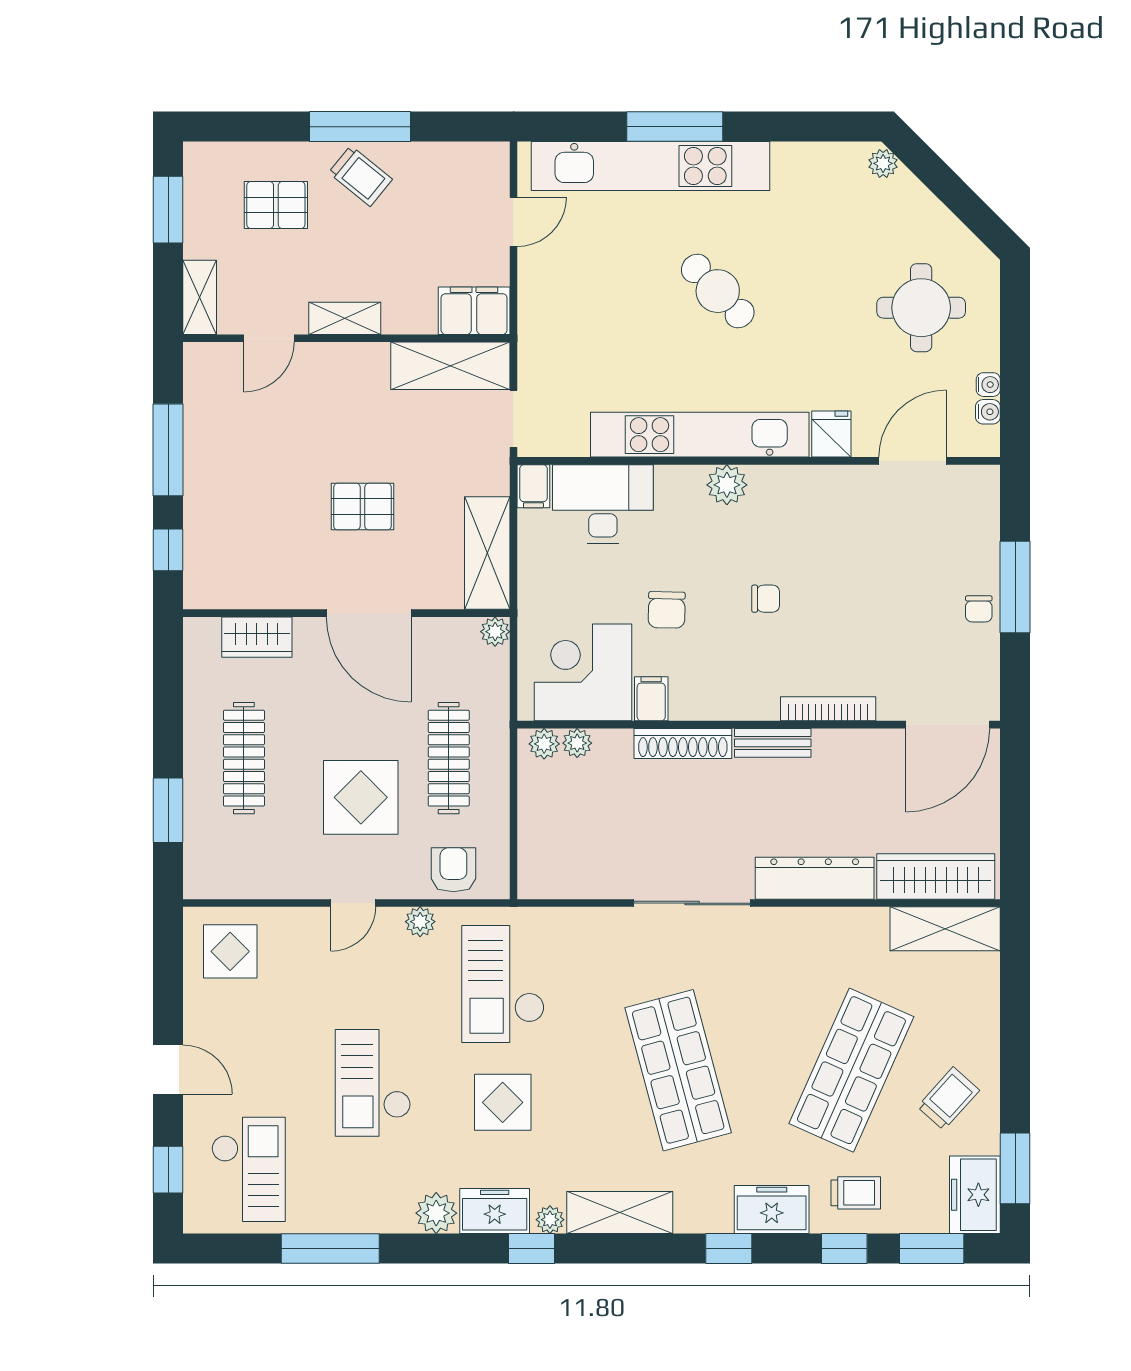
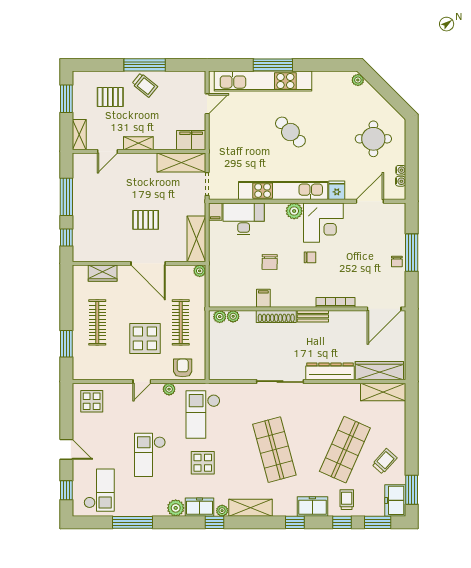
corner desk: (583, 672) -> (323, 223), moved, turned 180
trolley: (856, 1193) -> (347, 500), turned -90

